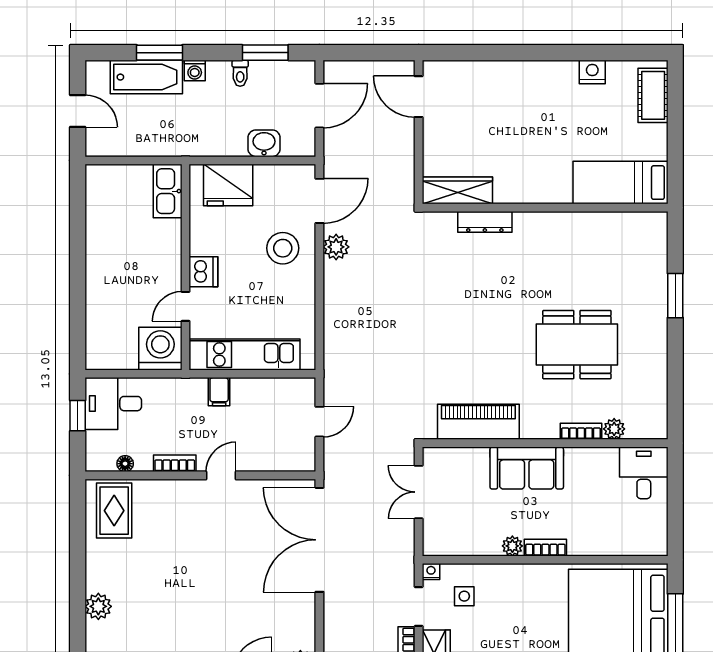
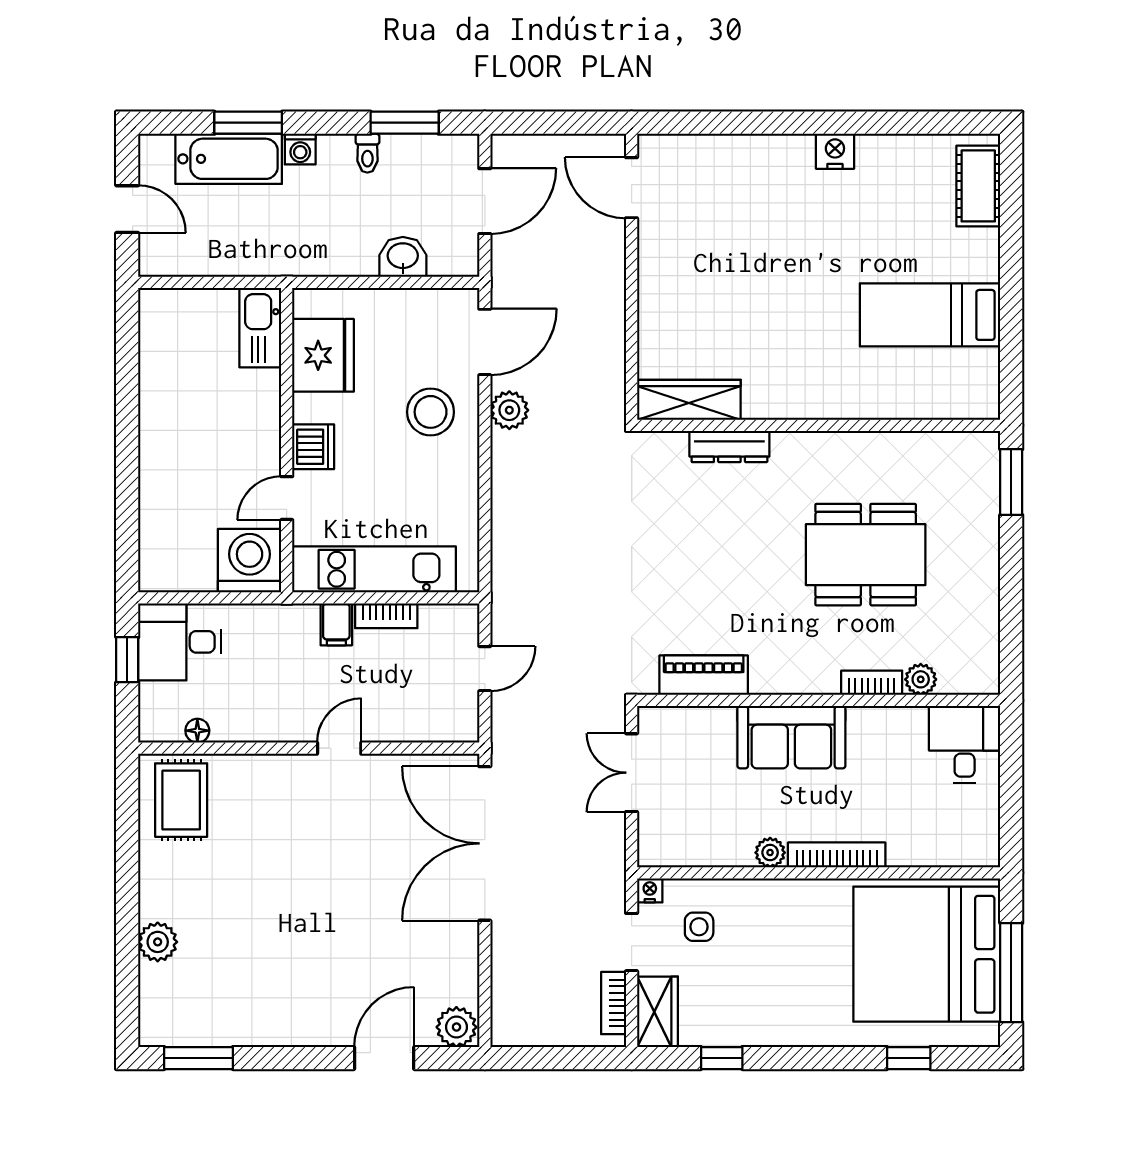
nightstand: (592, 72) -> (835, 151), moved
fridge: (228, 185) -> (323, 355), moved, turned -90
wardrobe: (457, 190) -> (689, 400), moved
wall: (545, 208) -> (819, 425), moved
dresser: (485, 222) -> (729, 447), moved
piano: (478, 422) -> (704, 675), width x0.73, depth x0.75
bookcase: (175, 463) -> (386, 616), moved, turned 180
bookcase: (545, 548) -> (837, 855), width x1.56

